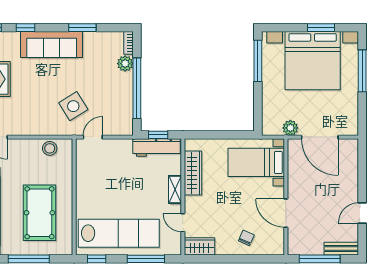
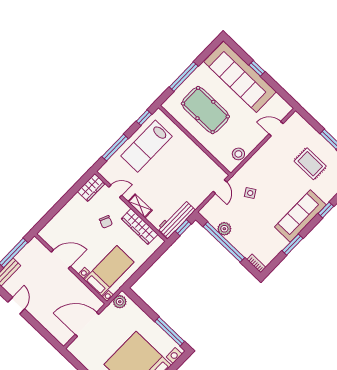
plant: (125, 64) -> (224, 229), moved
side table: (73, 106) -> (250, 193), width x0.54, depth x0.54
plant: (290, 128) -> (120, 302), moved
lab bench: (119, 233) -> (147, 146), width x0.73
chair: (246, 238) -> (106, 222), moved

